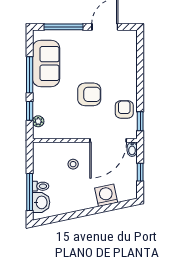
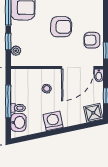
armchair: (124, 109) -> (92, 40), turned -90
window: (30, 192) -> (8, 101), moved
shower: (126, 192) -> (93, 113), added
washing machine: (106, 195) -> (53, 121), moved

